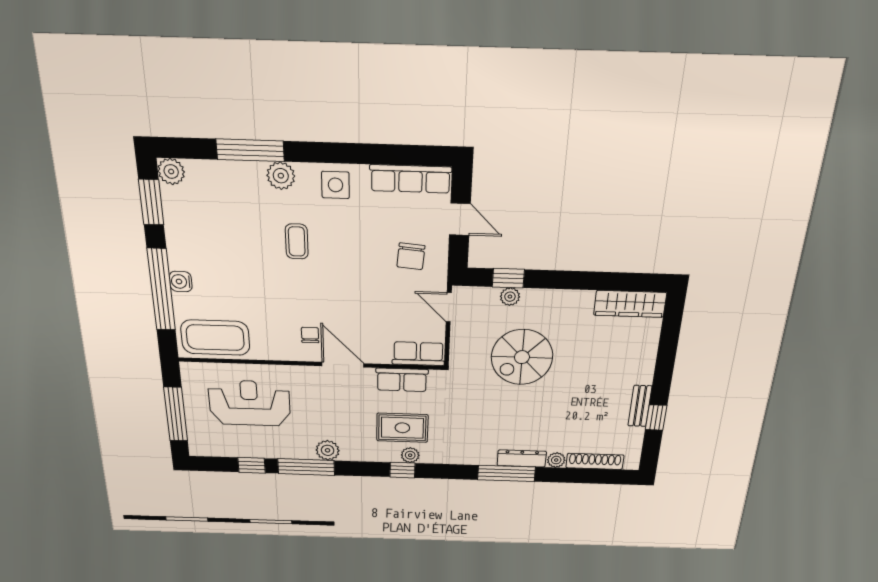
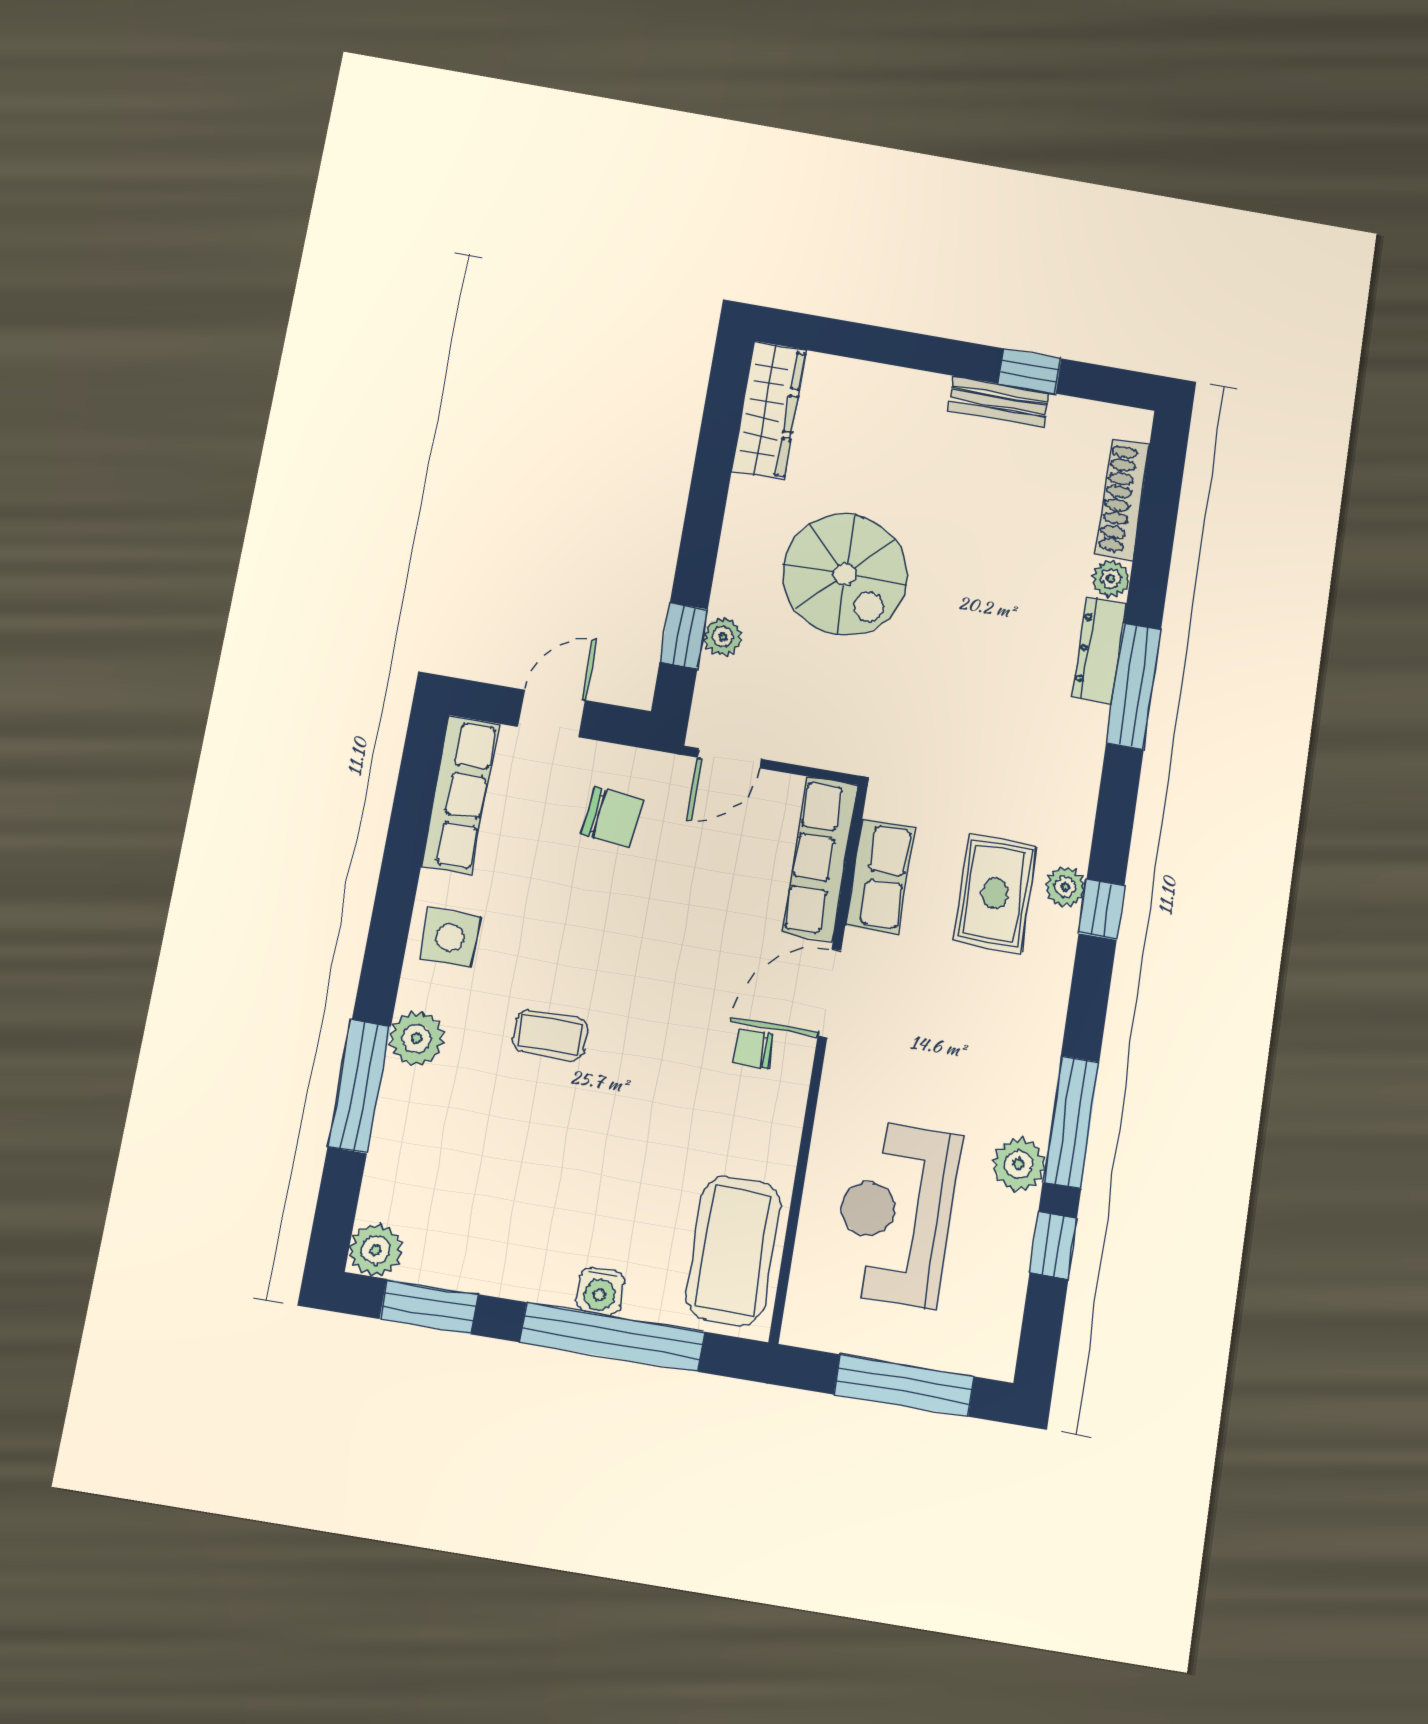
row of seats: (418, 354) -> (820, 859), width x1.48
spiral stairs: (522, 357) -> (845, 574), moved
plant: (328, 450) -> (1019, 1164), moved

